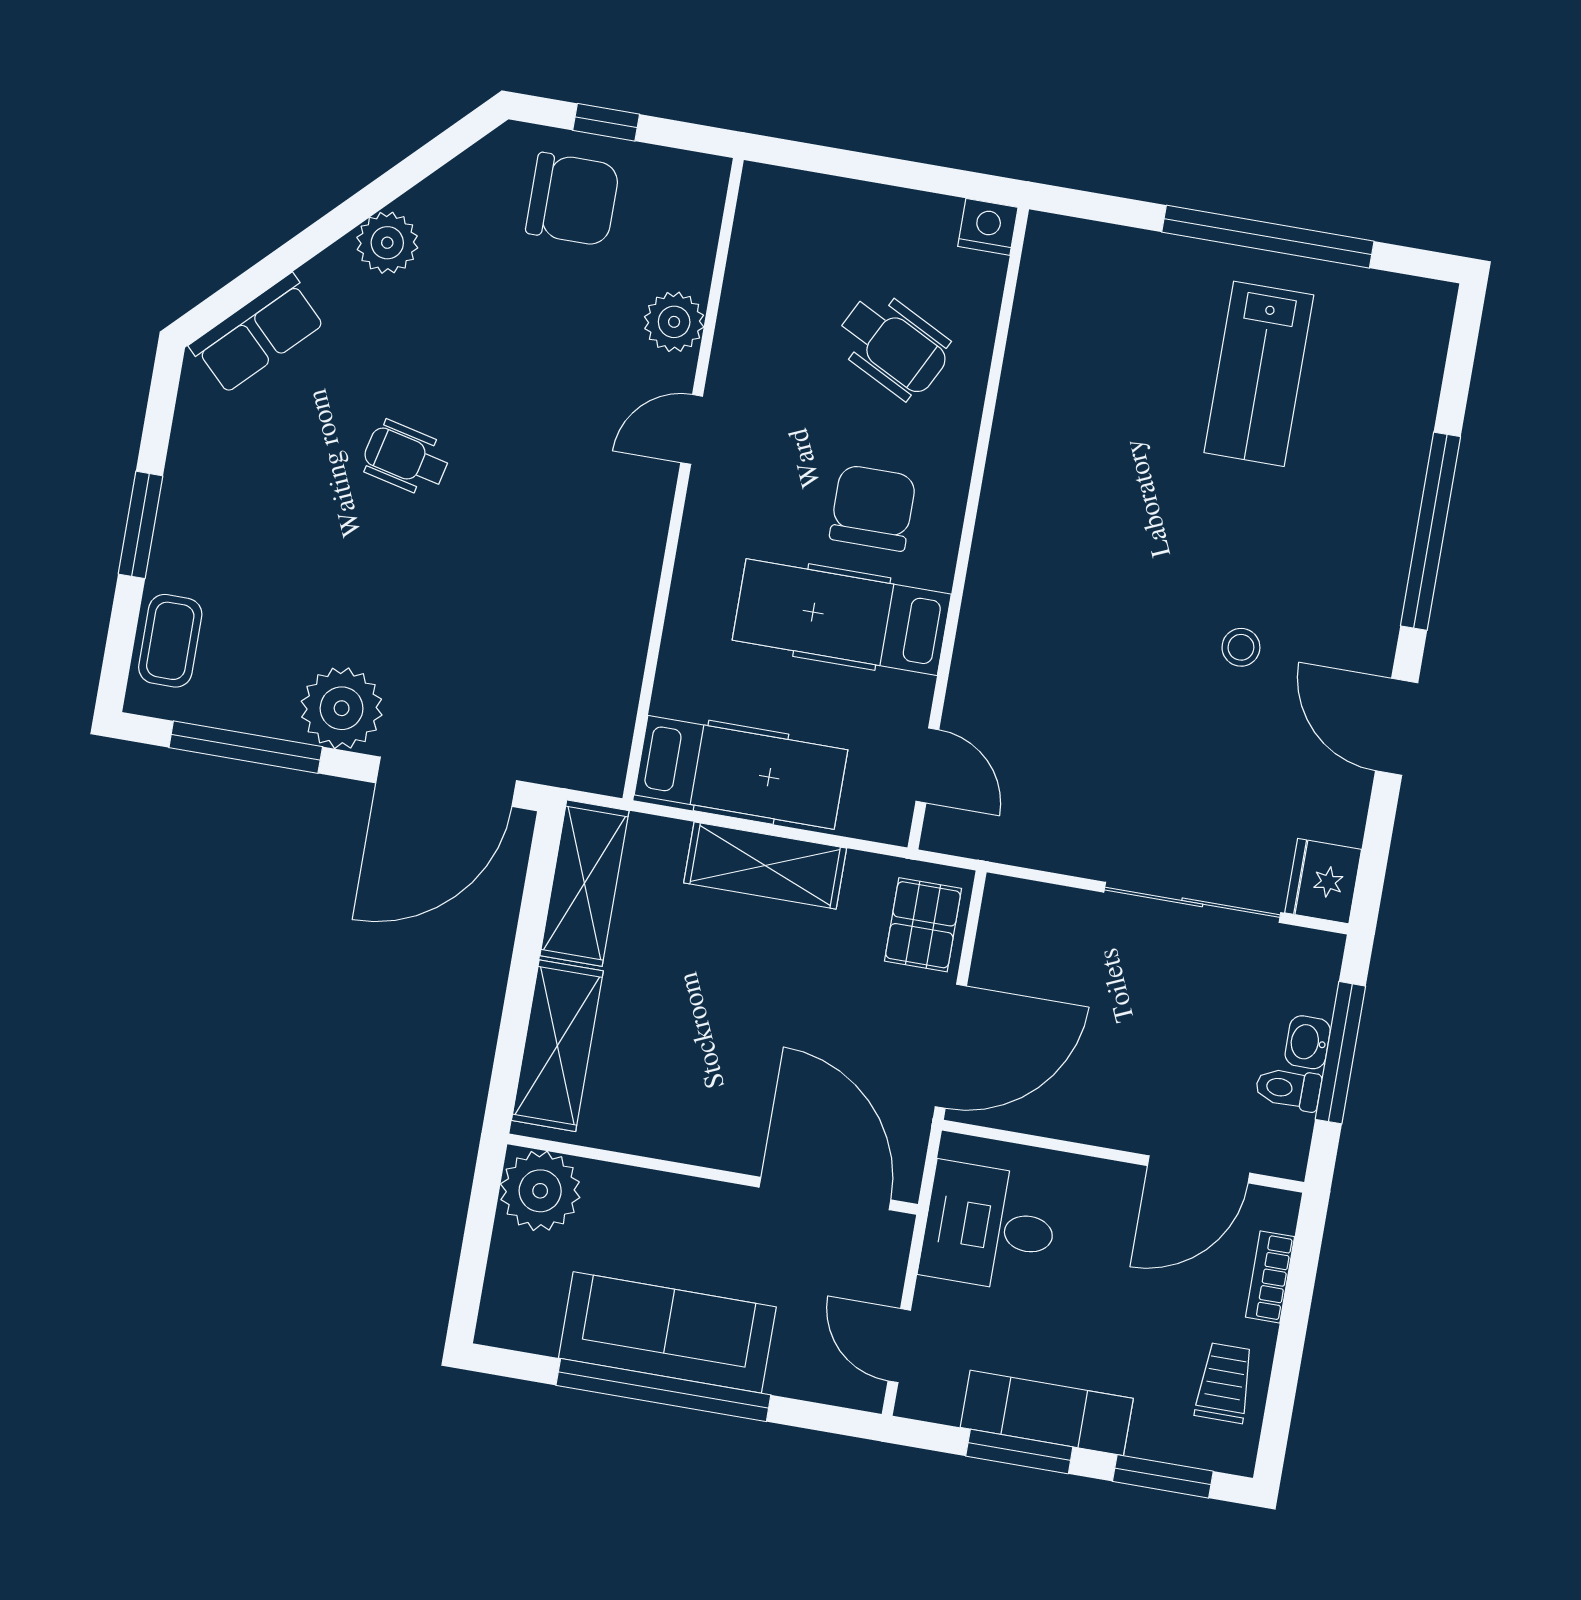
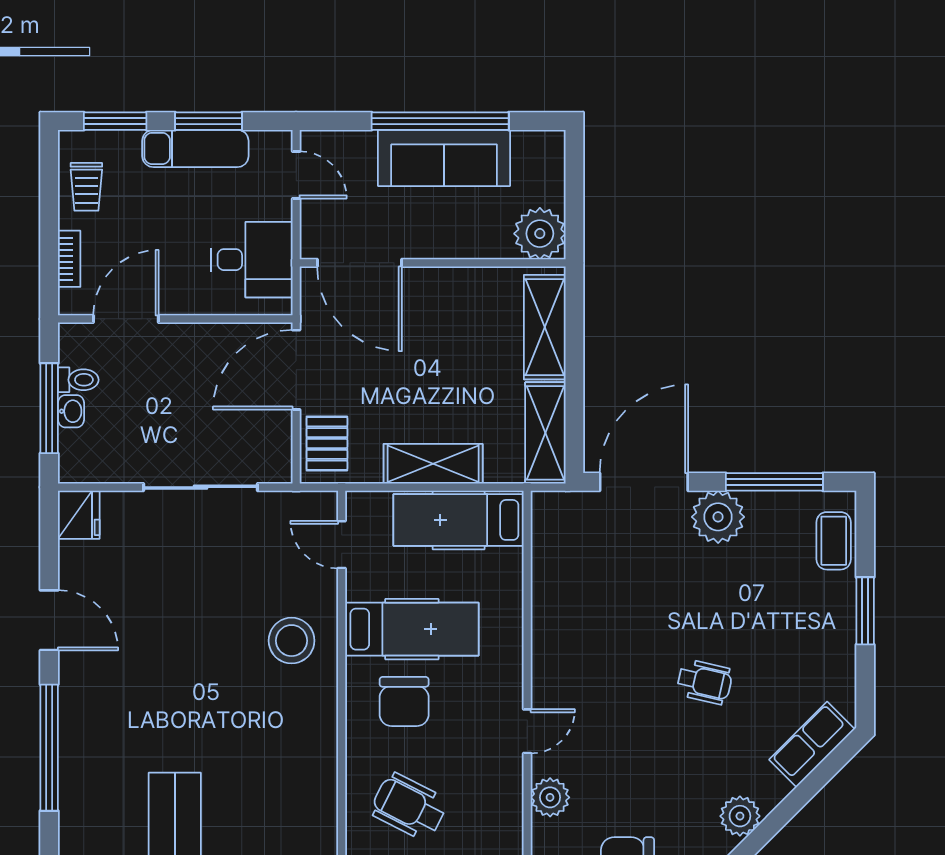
stool: (1241, 647) -> (292, 641), moved, width x1.89, depth x1.89
sliding door: (1192, 902) -> (201, 487), moved

